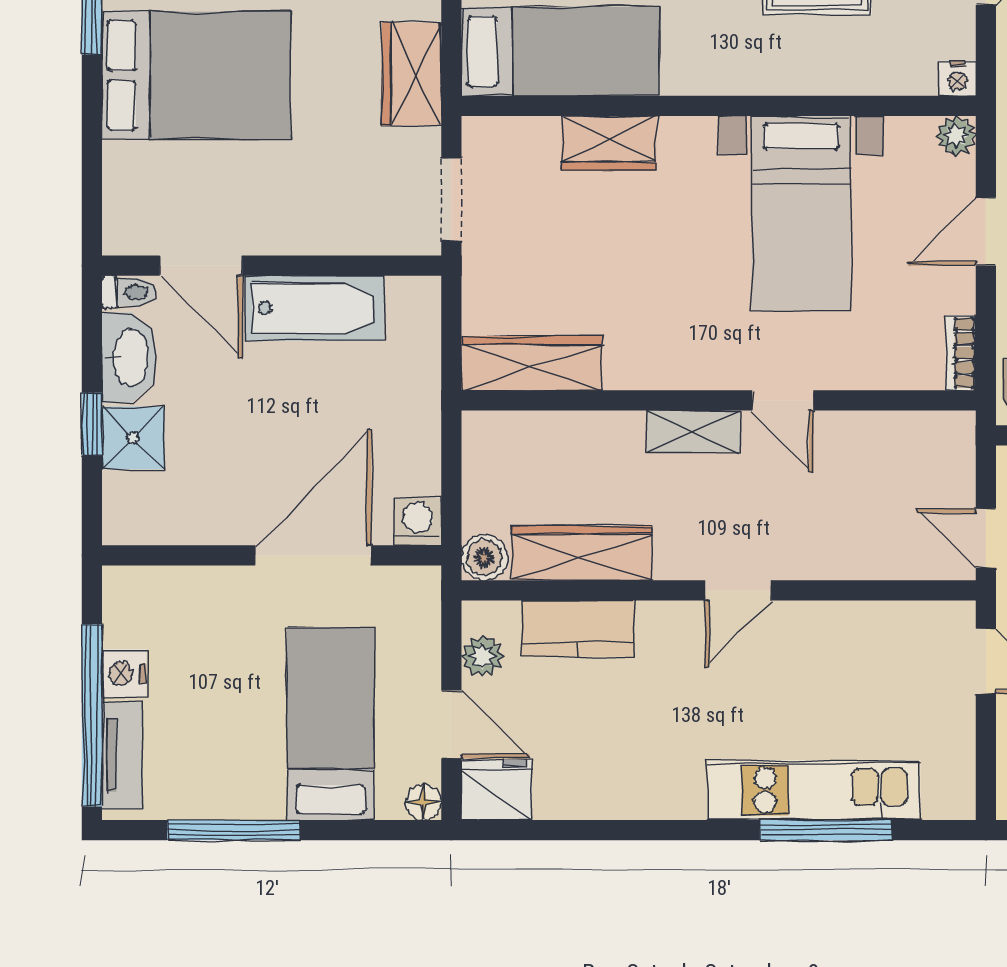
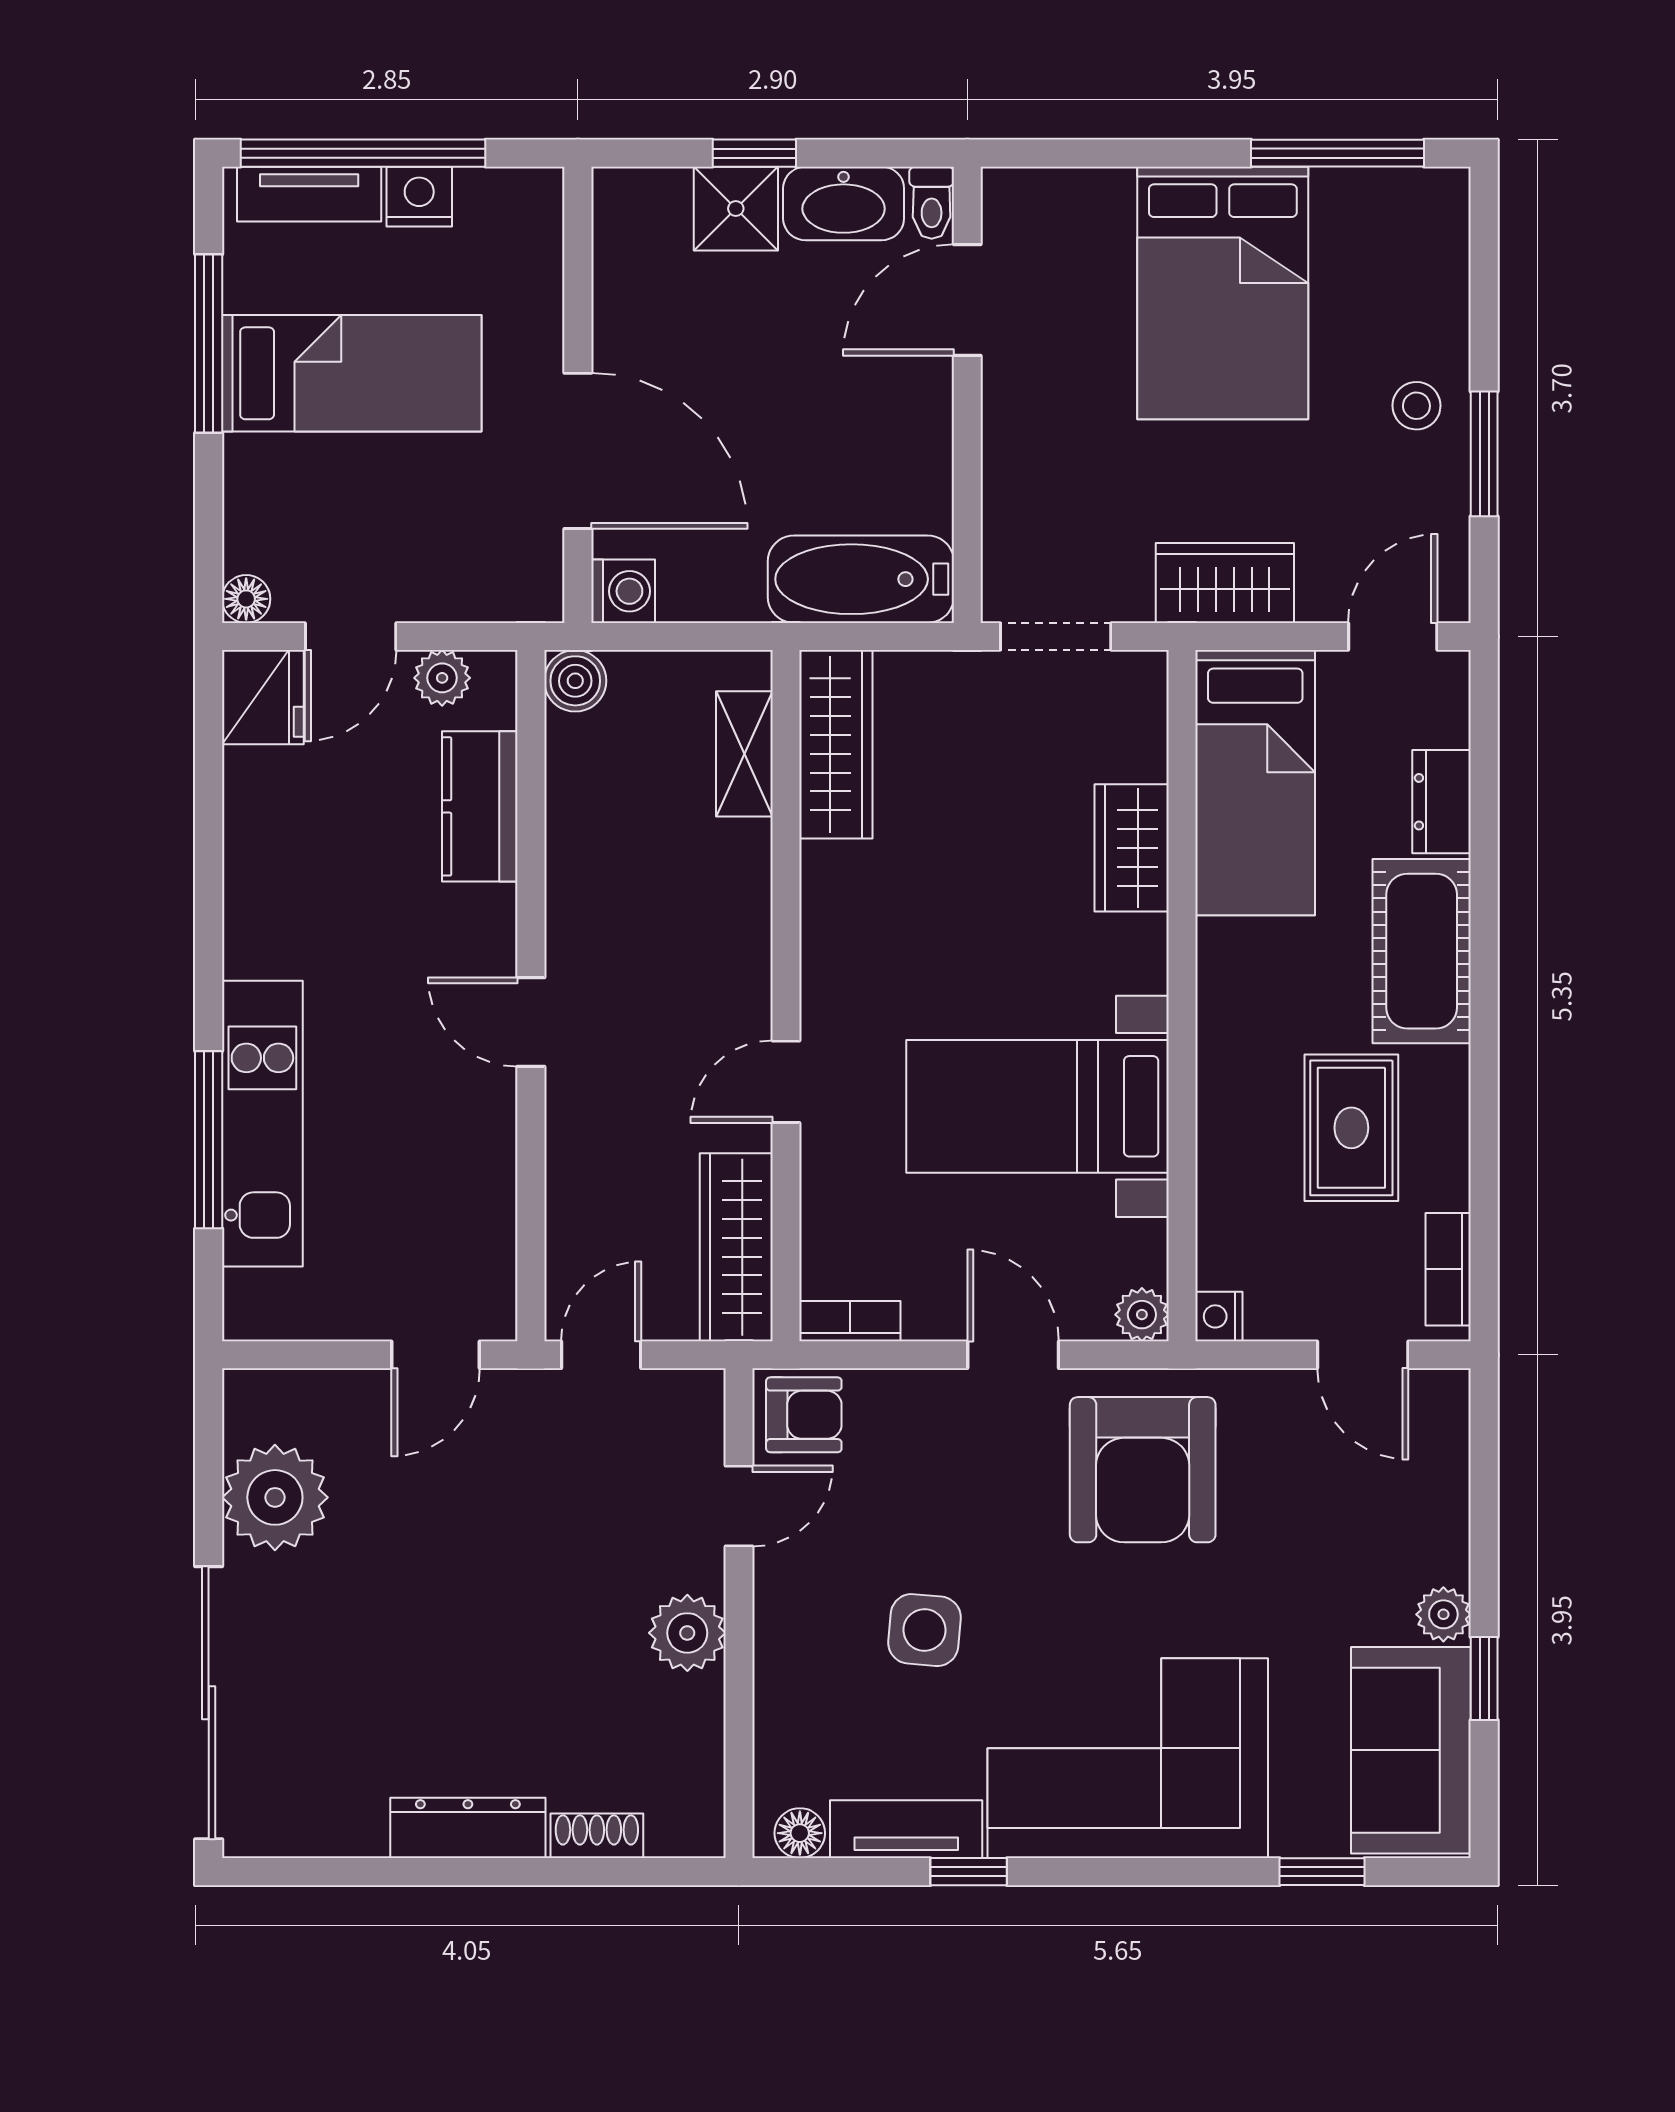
bathtub: (314, 308) -> (861, 579), moved, turned 90
shelving: (694, 431) -> (744, 754), moved
wardrobe: (581, 553) -> (736, 1247), moved, turned 180
bed: (330, 724) -> (352, 373), moved

